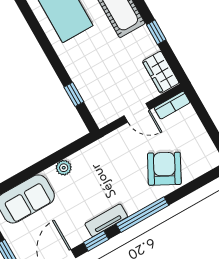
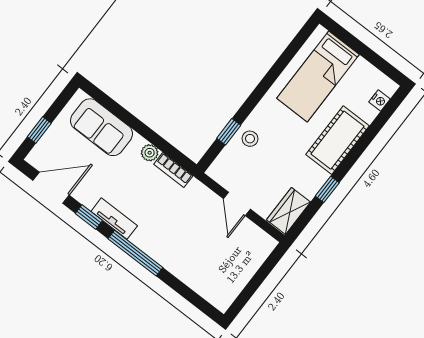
stool: (87, 79) -> (250, 139), added
bookcase: (172, 105) -> (173, 170), moved
armchair: (164, 169) -> (192, 256), removed

